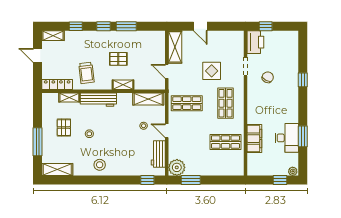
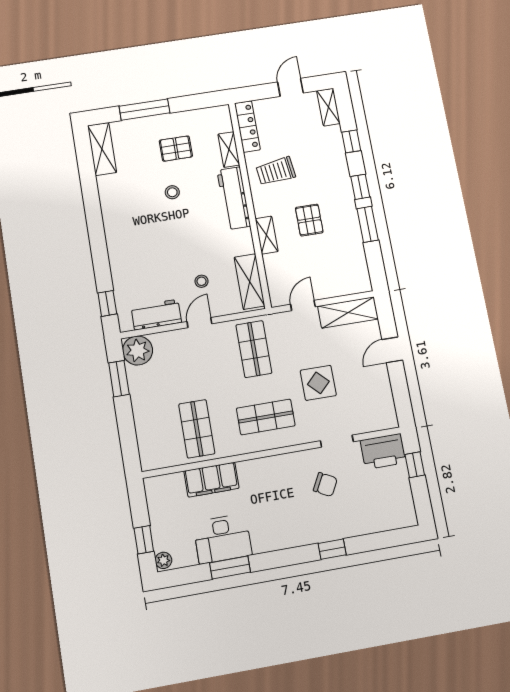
stool: (100, 165) -> (121, 218), removed

